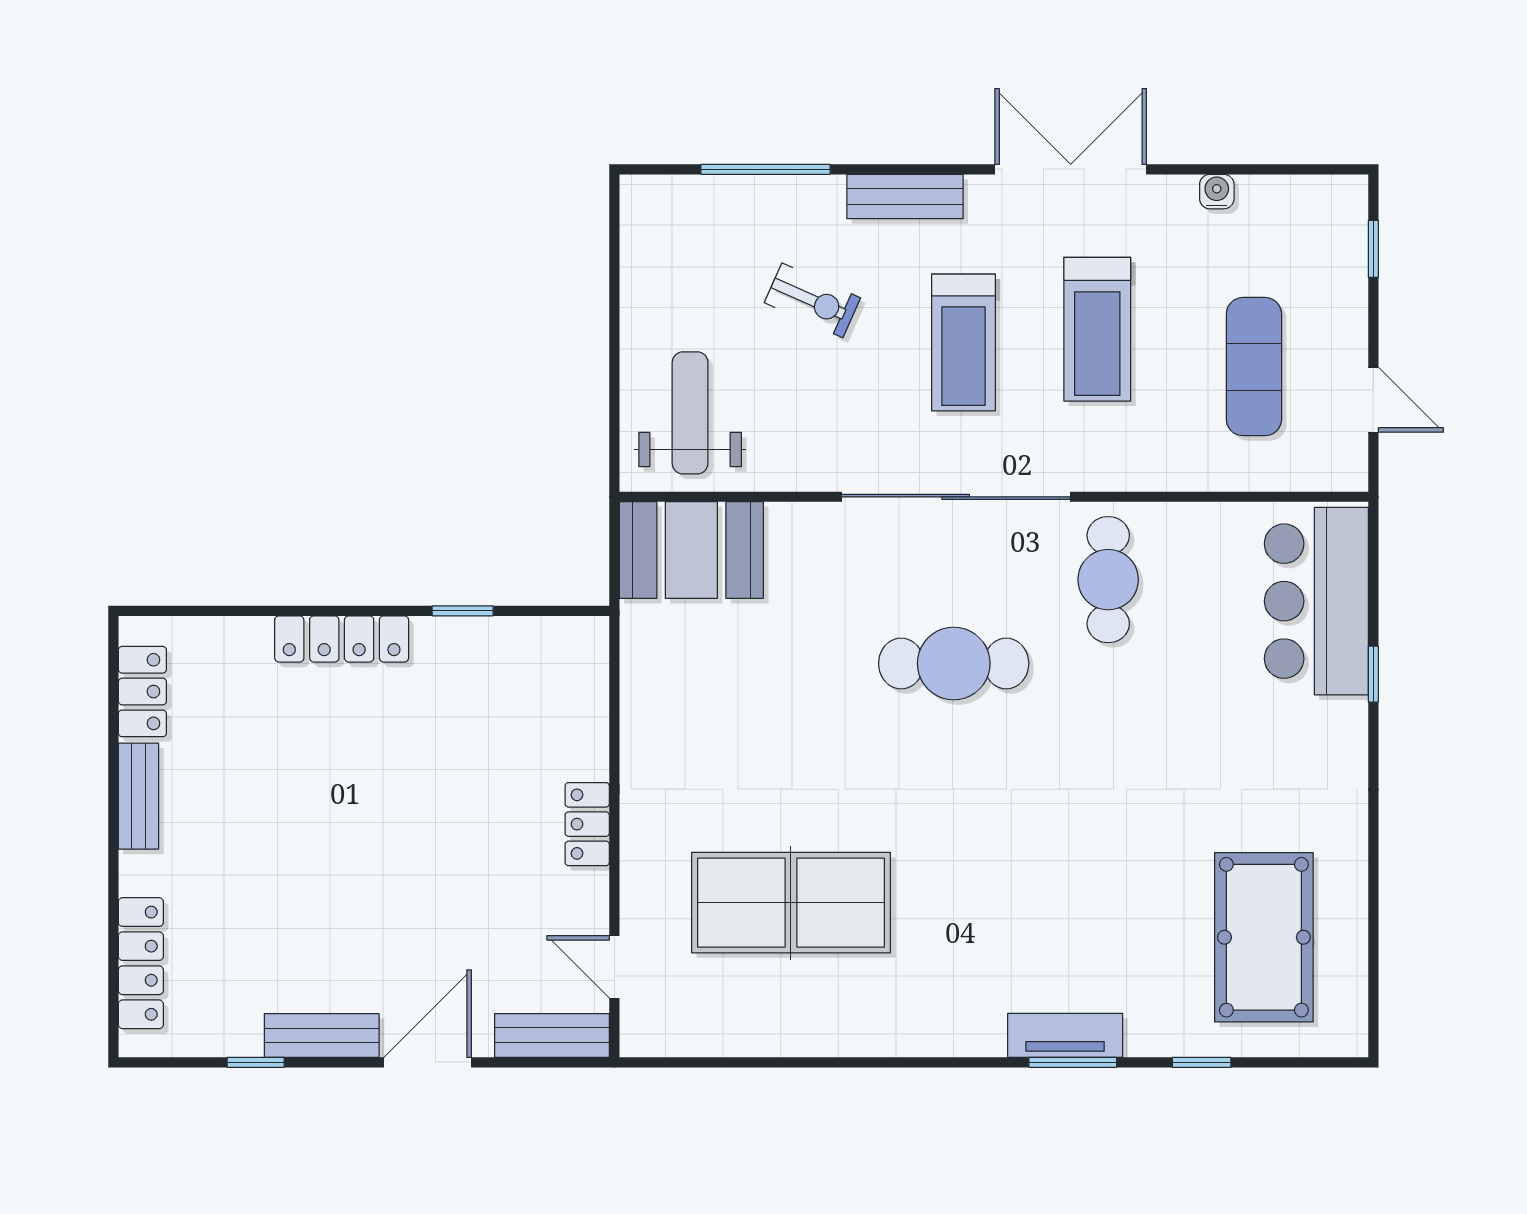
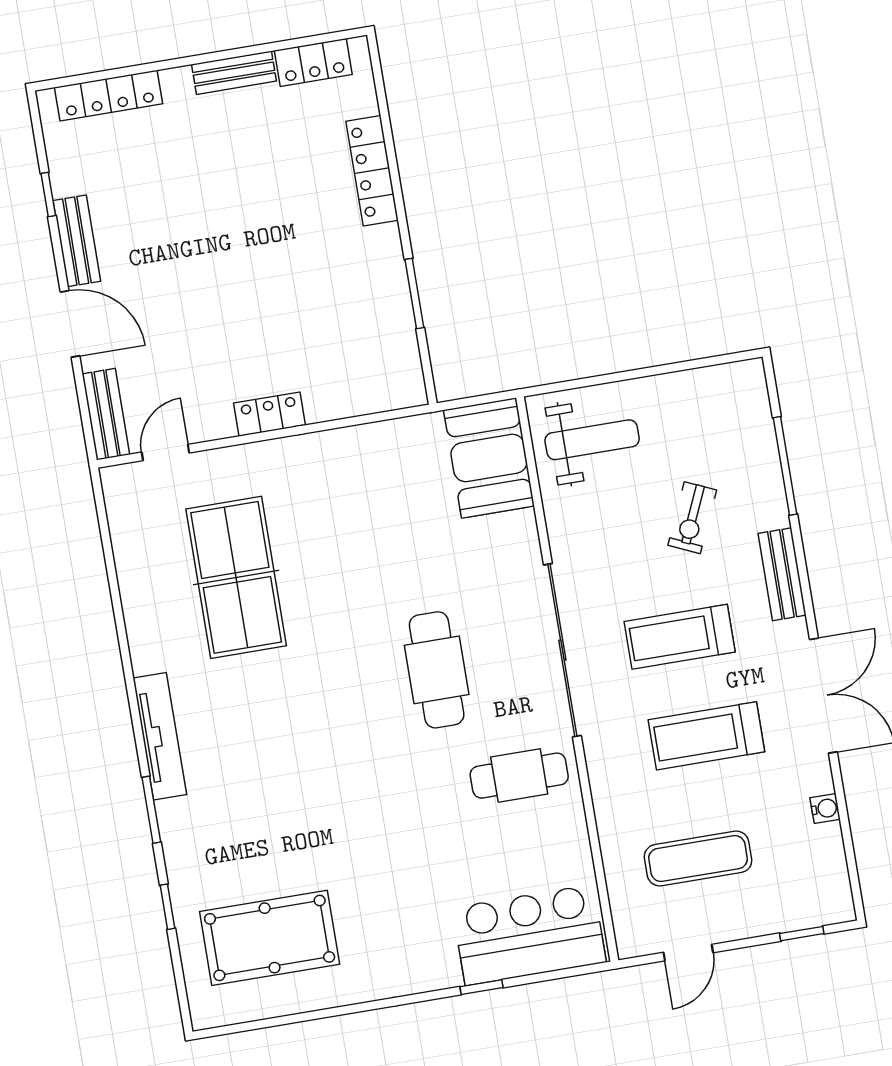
window: (463, 611) -> (414, 293), width x1.50
locker: (342, 639) -> (372, 171), moved
tv unit: (1065, 1035) -> (160, 736), moved, width x1.41

